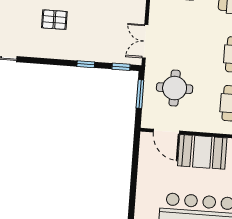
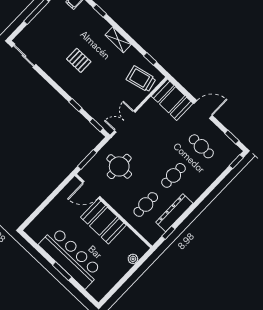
window: (140, 94) -> (87, 159), moved
door: (166, 132) -> (91, 190), hinge flipped

